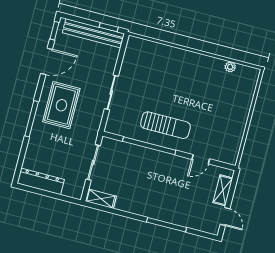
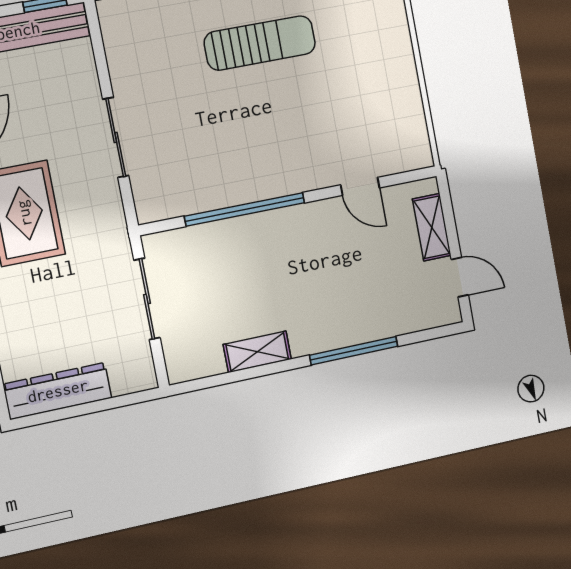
sun lounger: (165, 125) -> (260, 43), moved
door: (201, 159) -> (360, 186), hinge flipped
shelving: (101, 199) -> (257, 352), moved

